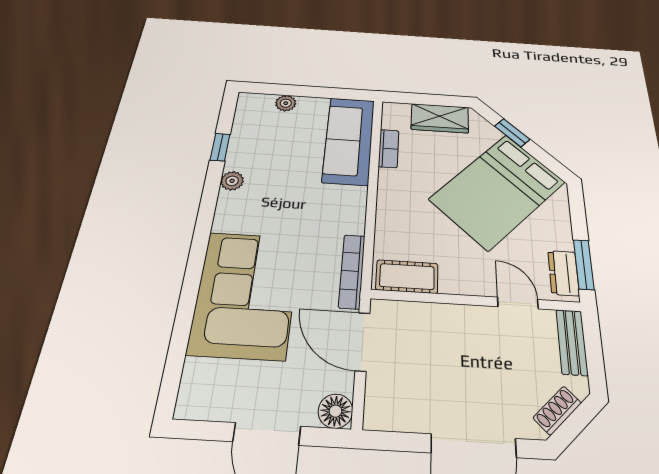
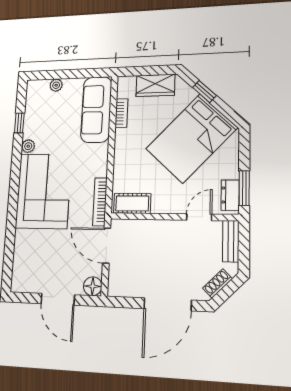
corner sofa: (246, 294) -> (43, 191), moved
door: (518, 303) -> (199, 217), hinge flipped

